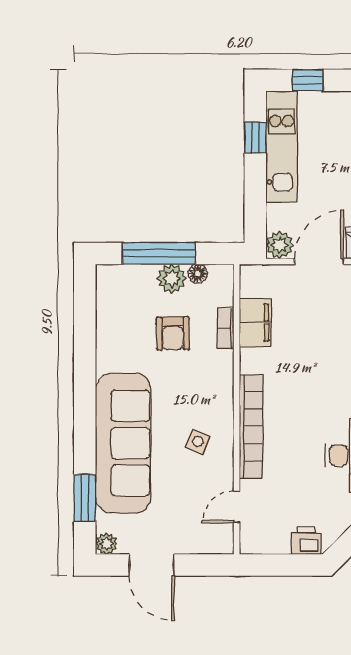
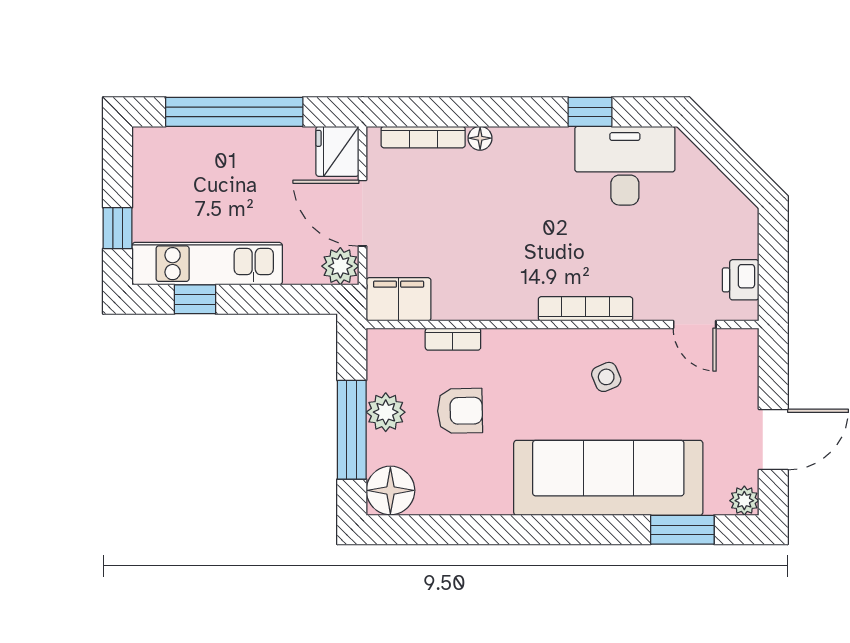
floor lamp: (198, 274) -> (390, 490), moved, width x1.89, depth x1.89
filing cabinet: (255, 322) -> (399, 299), moved
bookcase: (251, 426) -> (585, 309), width x0.68, depth x0.76
side table: (198, 442) -> (606, 377), turned 45
printer: (306, 541) -> (741, 280), moved

